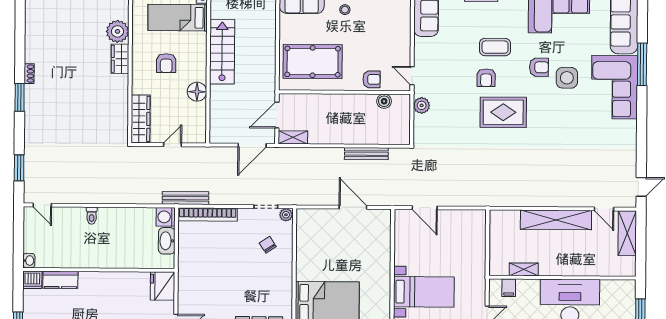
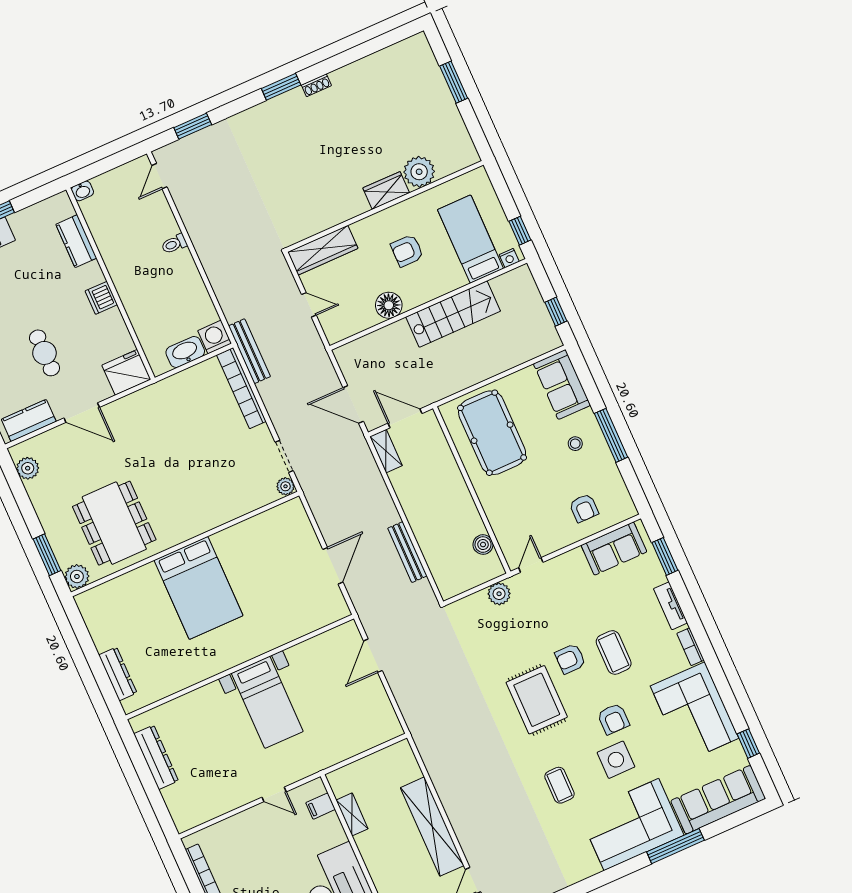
armchair: (371, 79) -> (584, 508), moved
coffee table: (567, 123) -> (559, 785), added
chair: (268, 245) -> (238, 480), removed
dishwasher: (32, 280) -> (101, 298), moved

